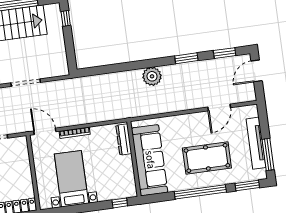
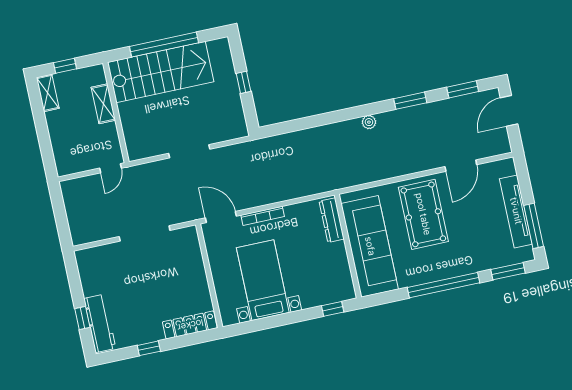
window: (66, 18) -> (243, 82), moved
plant: (152, 76) -> (369, 122), width x0.53, depth x0.53
pool table: (207, 158) -> (423, 214), moved, turned 90

